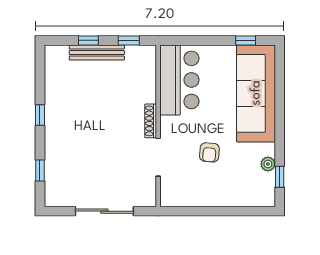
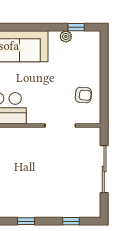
shoe rack: (151, 121) -> (31, 132), removed
armchair: (209, 152) -> (83, 95), moved

